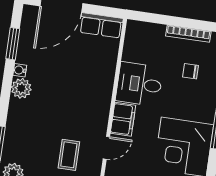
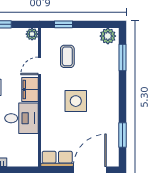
water cooler: (20, 70) -> (114, 116), removed
plant: (21, 88) -> (111, 102), removed
side table: (66, 96) -> (76, 101), added

